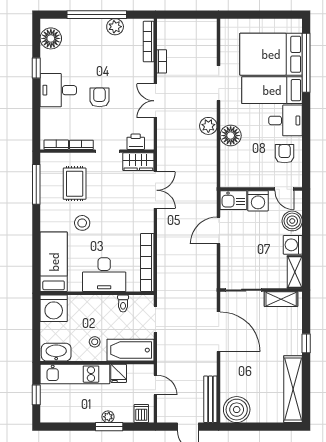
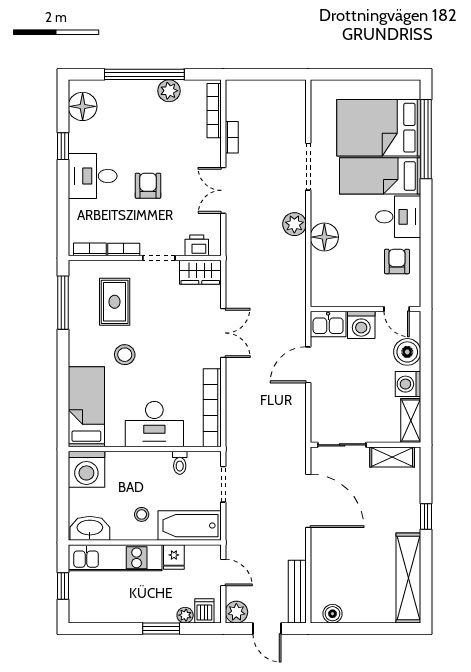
double door: (155, 190) -> (223, 333), moved
boiler: (237, 410) -> (332, 614), width x0.54, depth x0.54
plant: (165, 414) -> (236, 612), added
plant: (108, 417) -> (185, 615), moved

